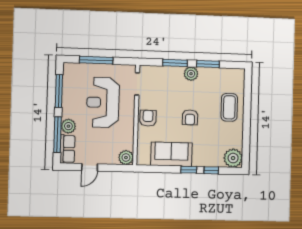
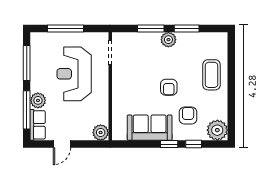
armchair: (148, 118) -> (188, 116), moved

